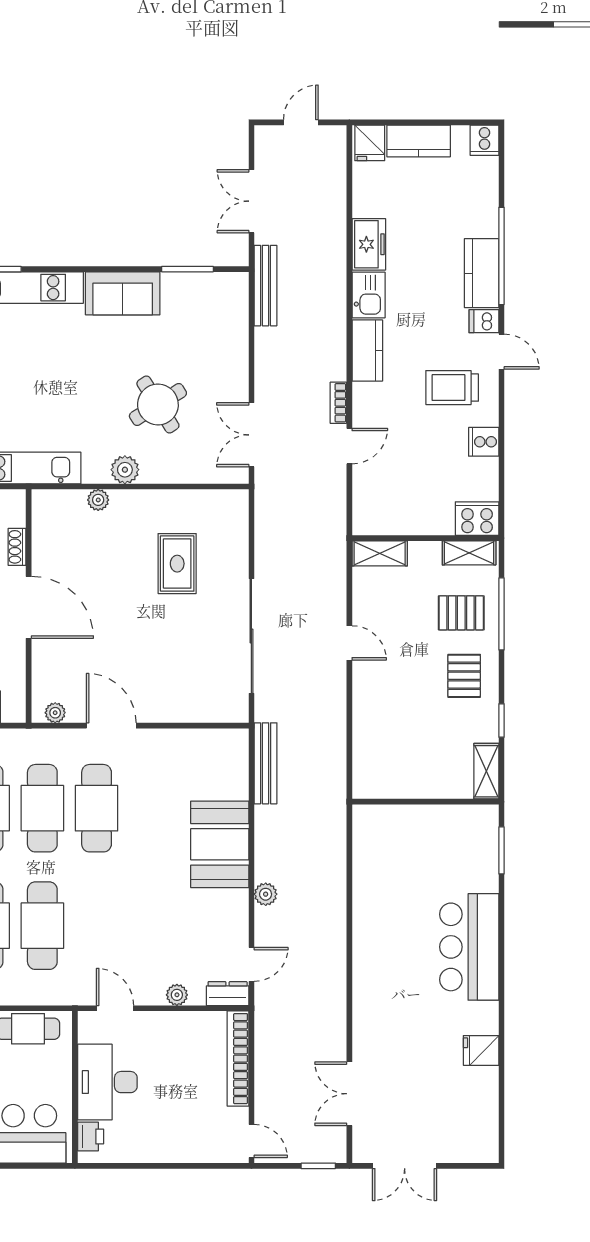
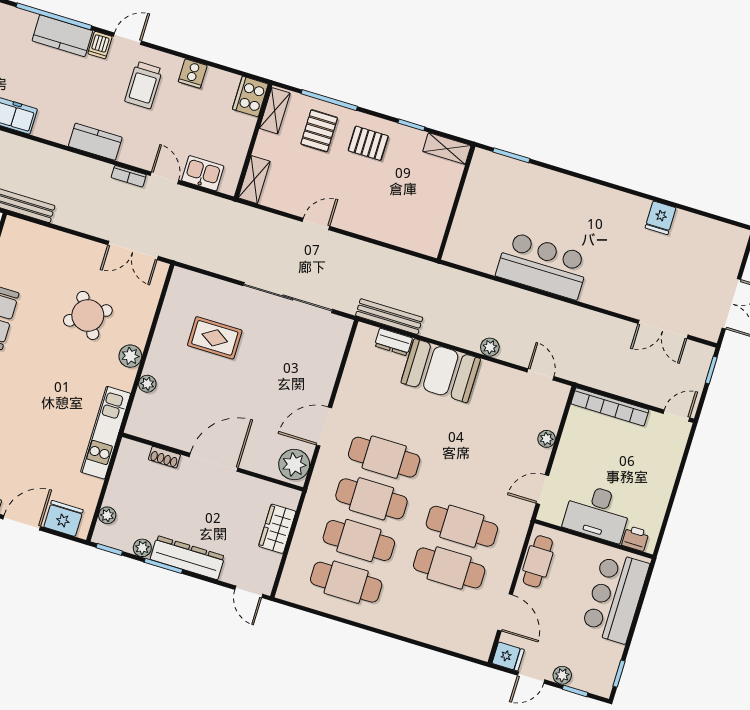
kitchen sink: (369, 295) -> (203, 173), moved
plant: (55, 713) -> (294, 465), width x1.87, depth x1.87
bar counter: (469, 947) -> (543, 266), moved, turned 180
dresser: (228, 994) -> (393, 342), moved, turned -90

